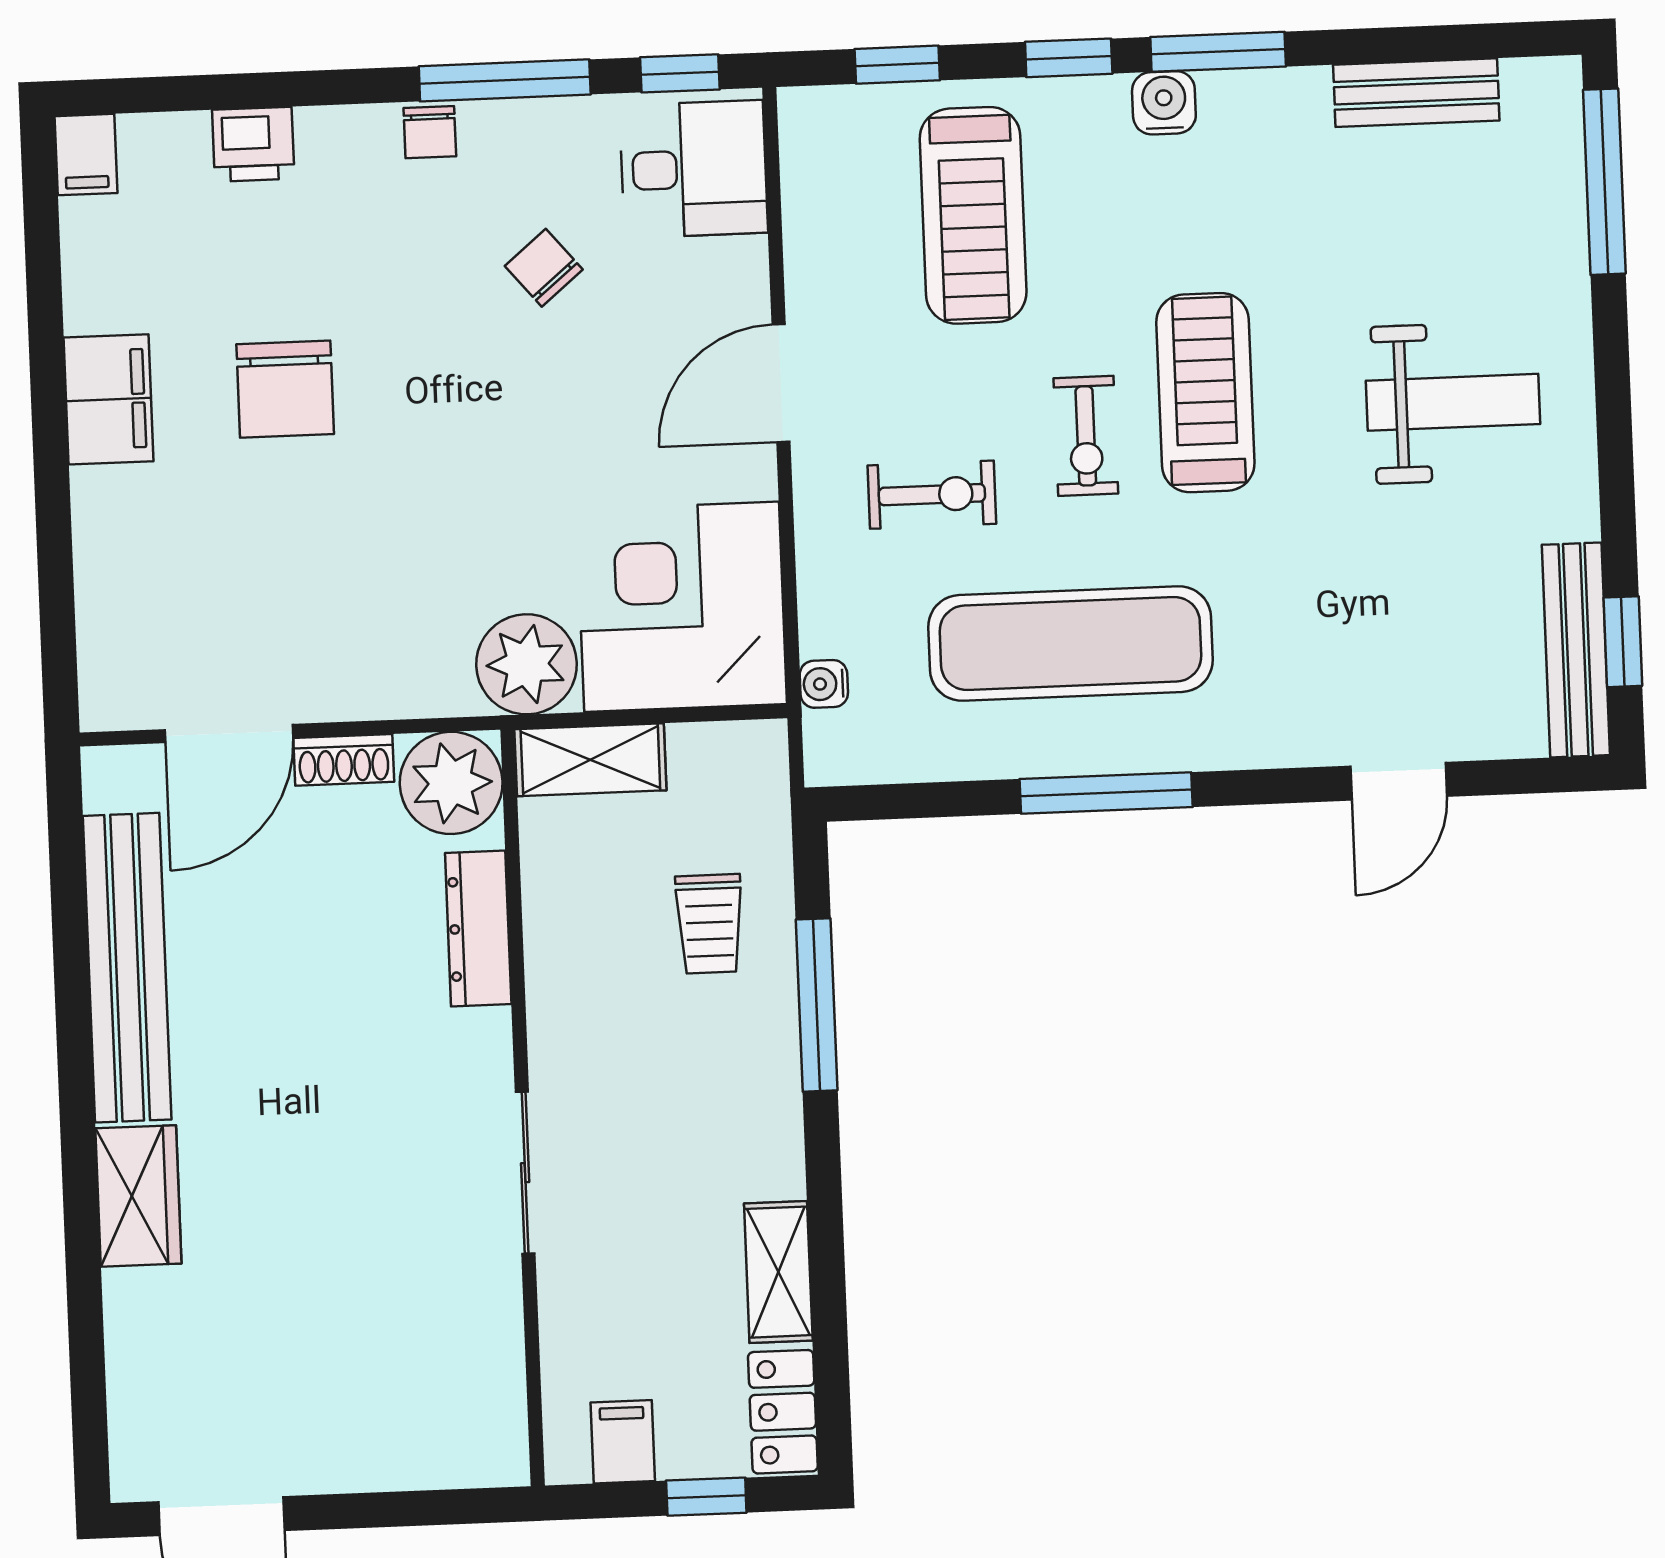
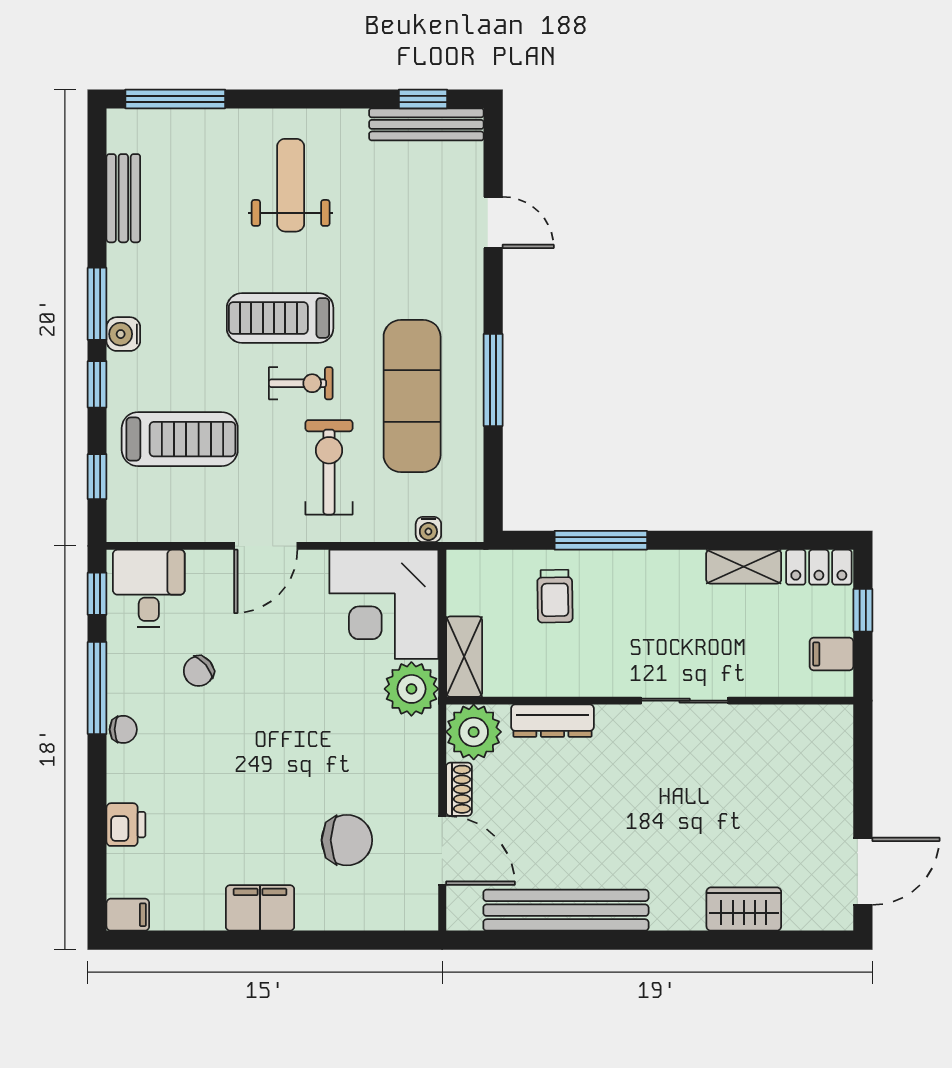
door: (781, 383) -> (266, 546), hinge flipped
chair: (285, 389) -> (347, 840), moved
exercise bike: (932, 495) -> (329, 467), width x1.38, depth x1.39
trolley: (709, 924) -> (555, 596), turned 89
wardrobe: (138, 1196) -> (744, 909), moved

